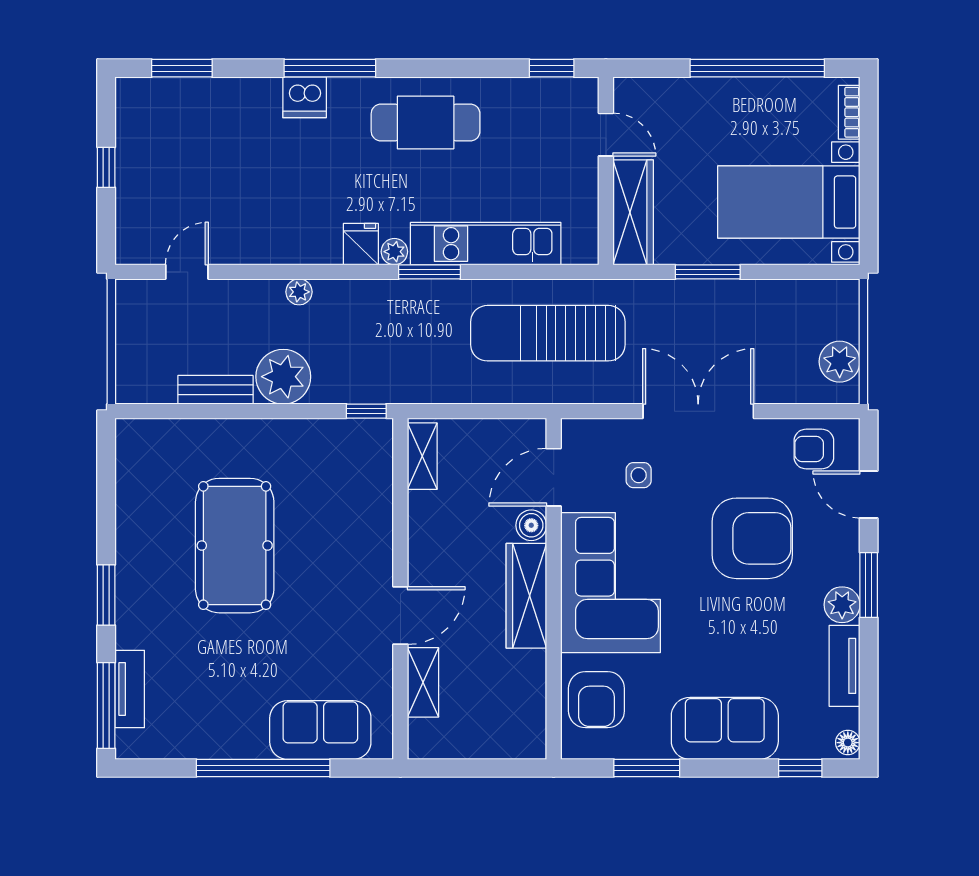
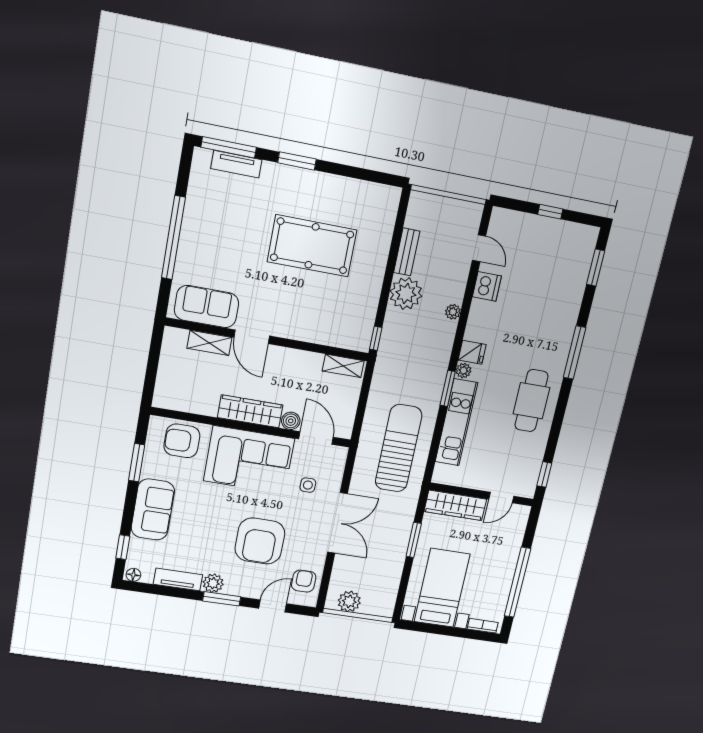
dishwasher: (305, 97) -> (487, 286), moved, turned 180
sofa: (320, 730) -> (206, 307), moved, turned -90

